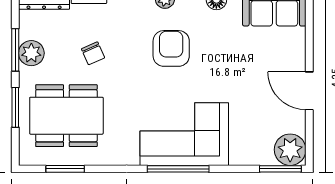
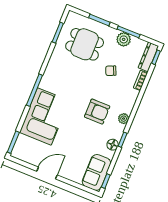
dining table: (66, 116) -> (85, 44), width x0.73
corner sofa: (184, 134) -> (44, 116), moved
plant: (290, 150) -> (21, 151), removed

